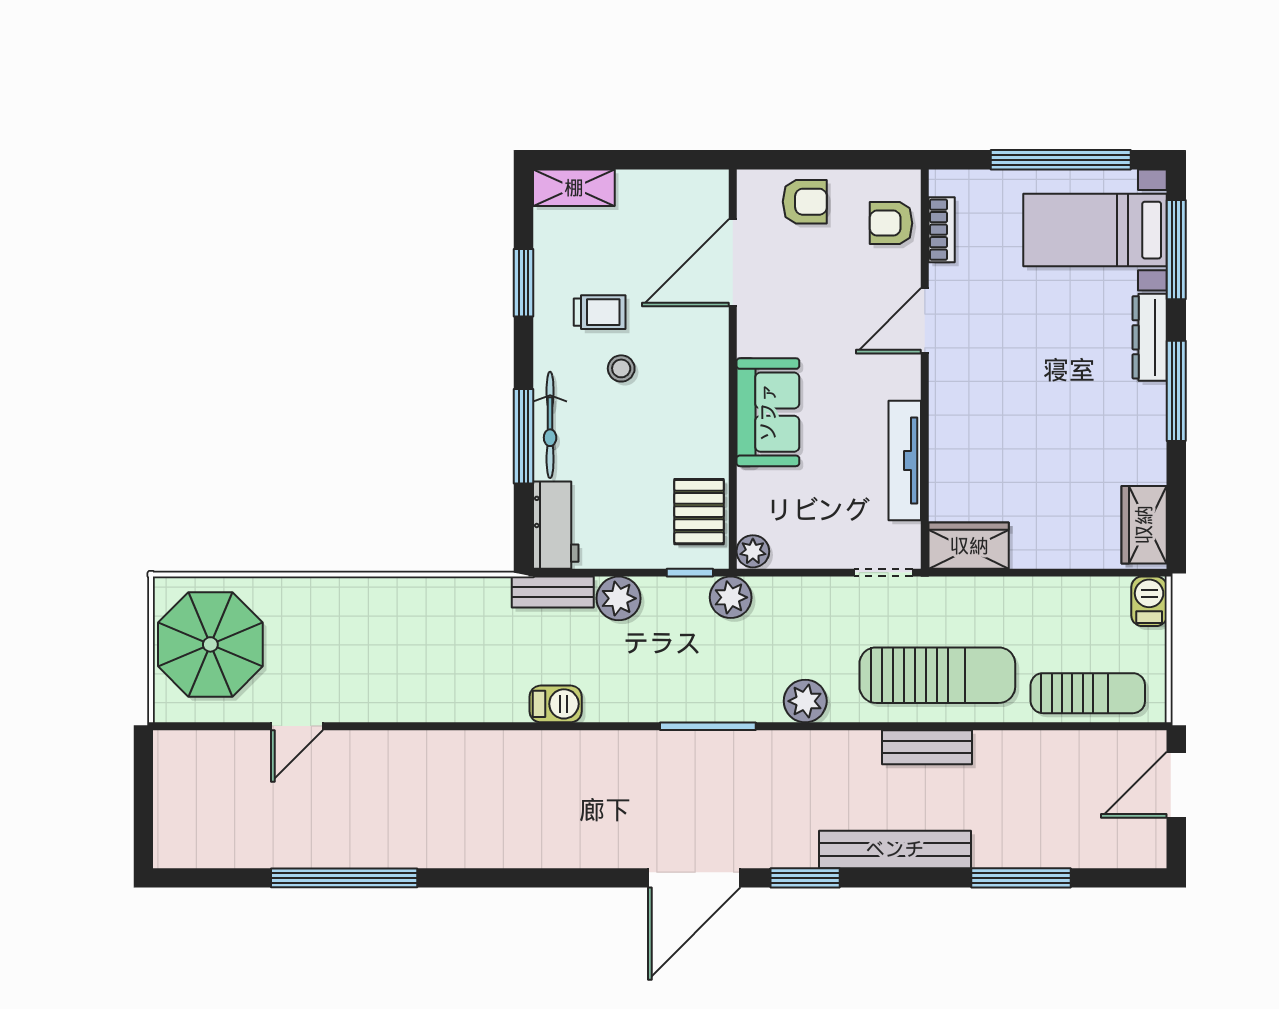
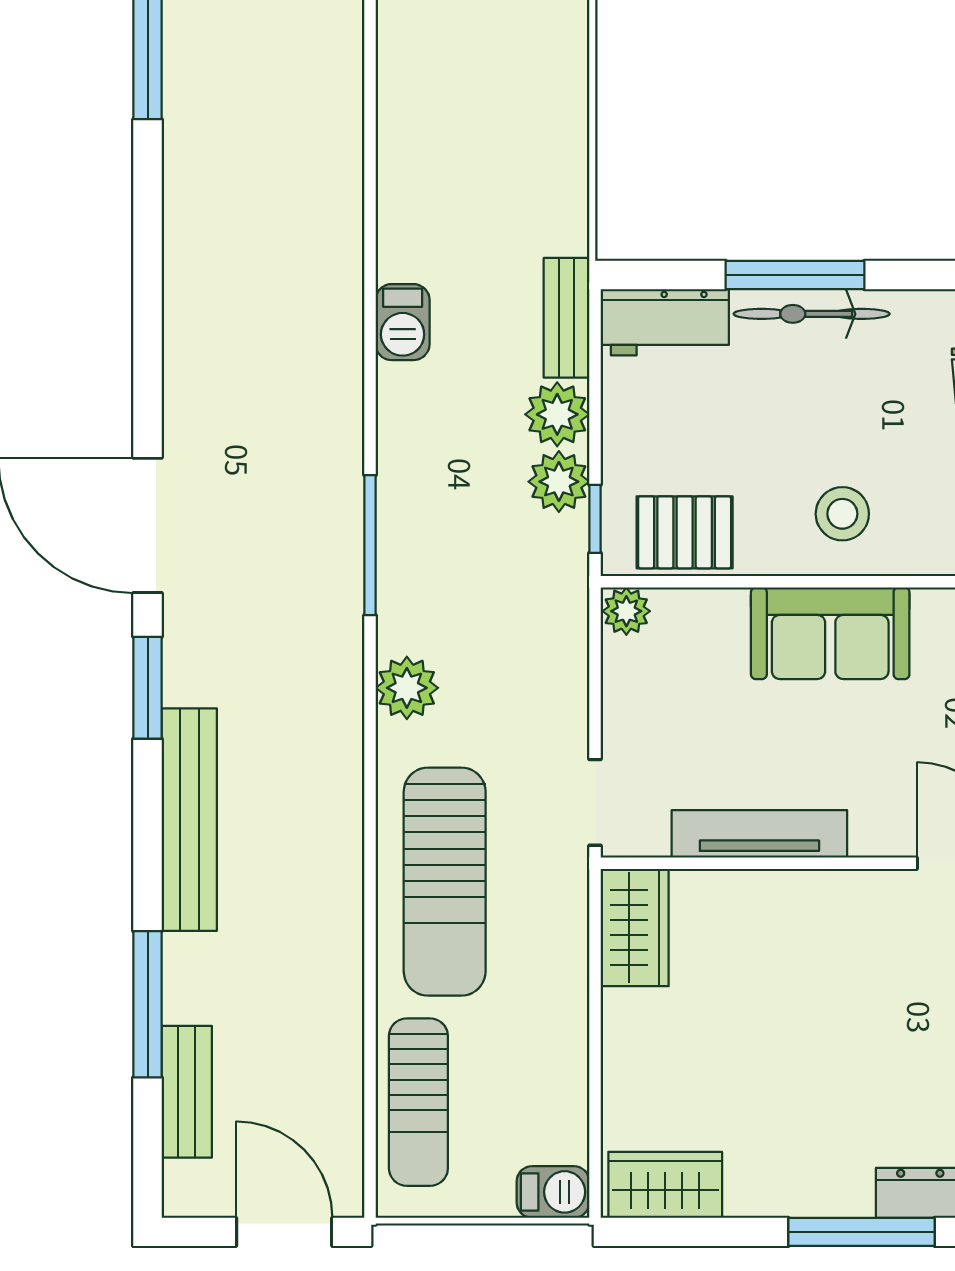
stool: (621, 368) -> (842, 514), moved, width x1.37, depth x1.37
plant: (731, 597) -> (559, 482), moved
bench: (927, 747) -> (187, 1092), moved

